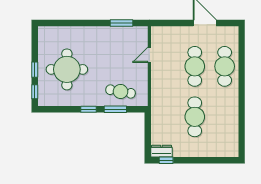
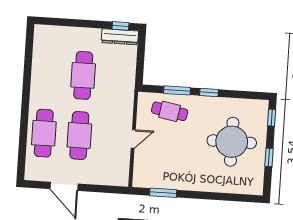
door: (149, 55) -> (133, 139), moved
window: (35, 70) -> (269, 157), moved
dresser: (162, 151) -> (120, 37), width x1.44

